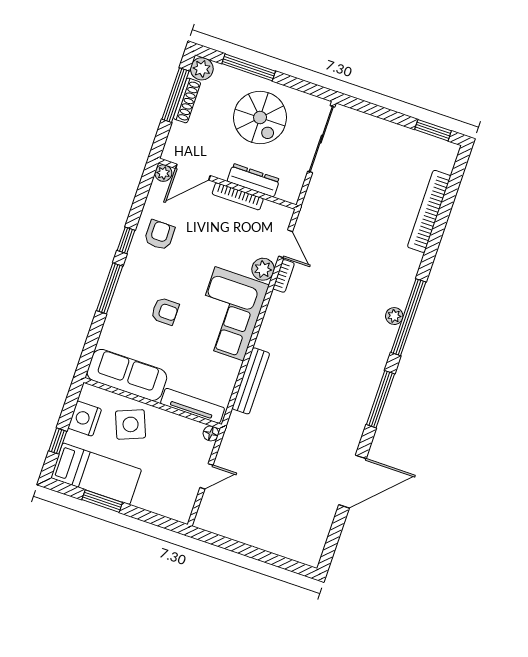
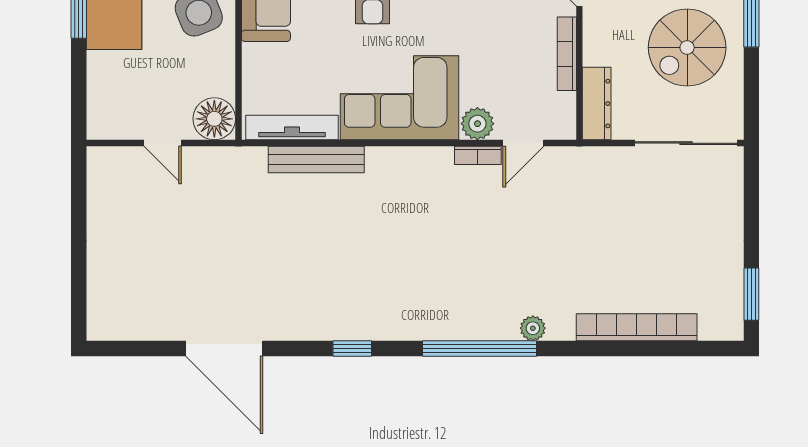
dresser: (253, 180) -> (597, 104), moved
plant: (394, 316) -> (533, 328), moved
window: (380, 399) -> (352, 348), width x0.46
tv unit: (193, 406) -> (292, 127), moved, turned -90
floor lamp: (211, 433) -> (214, 119), width x1.89, depth x1.89

